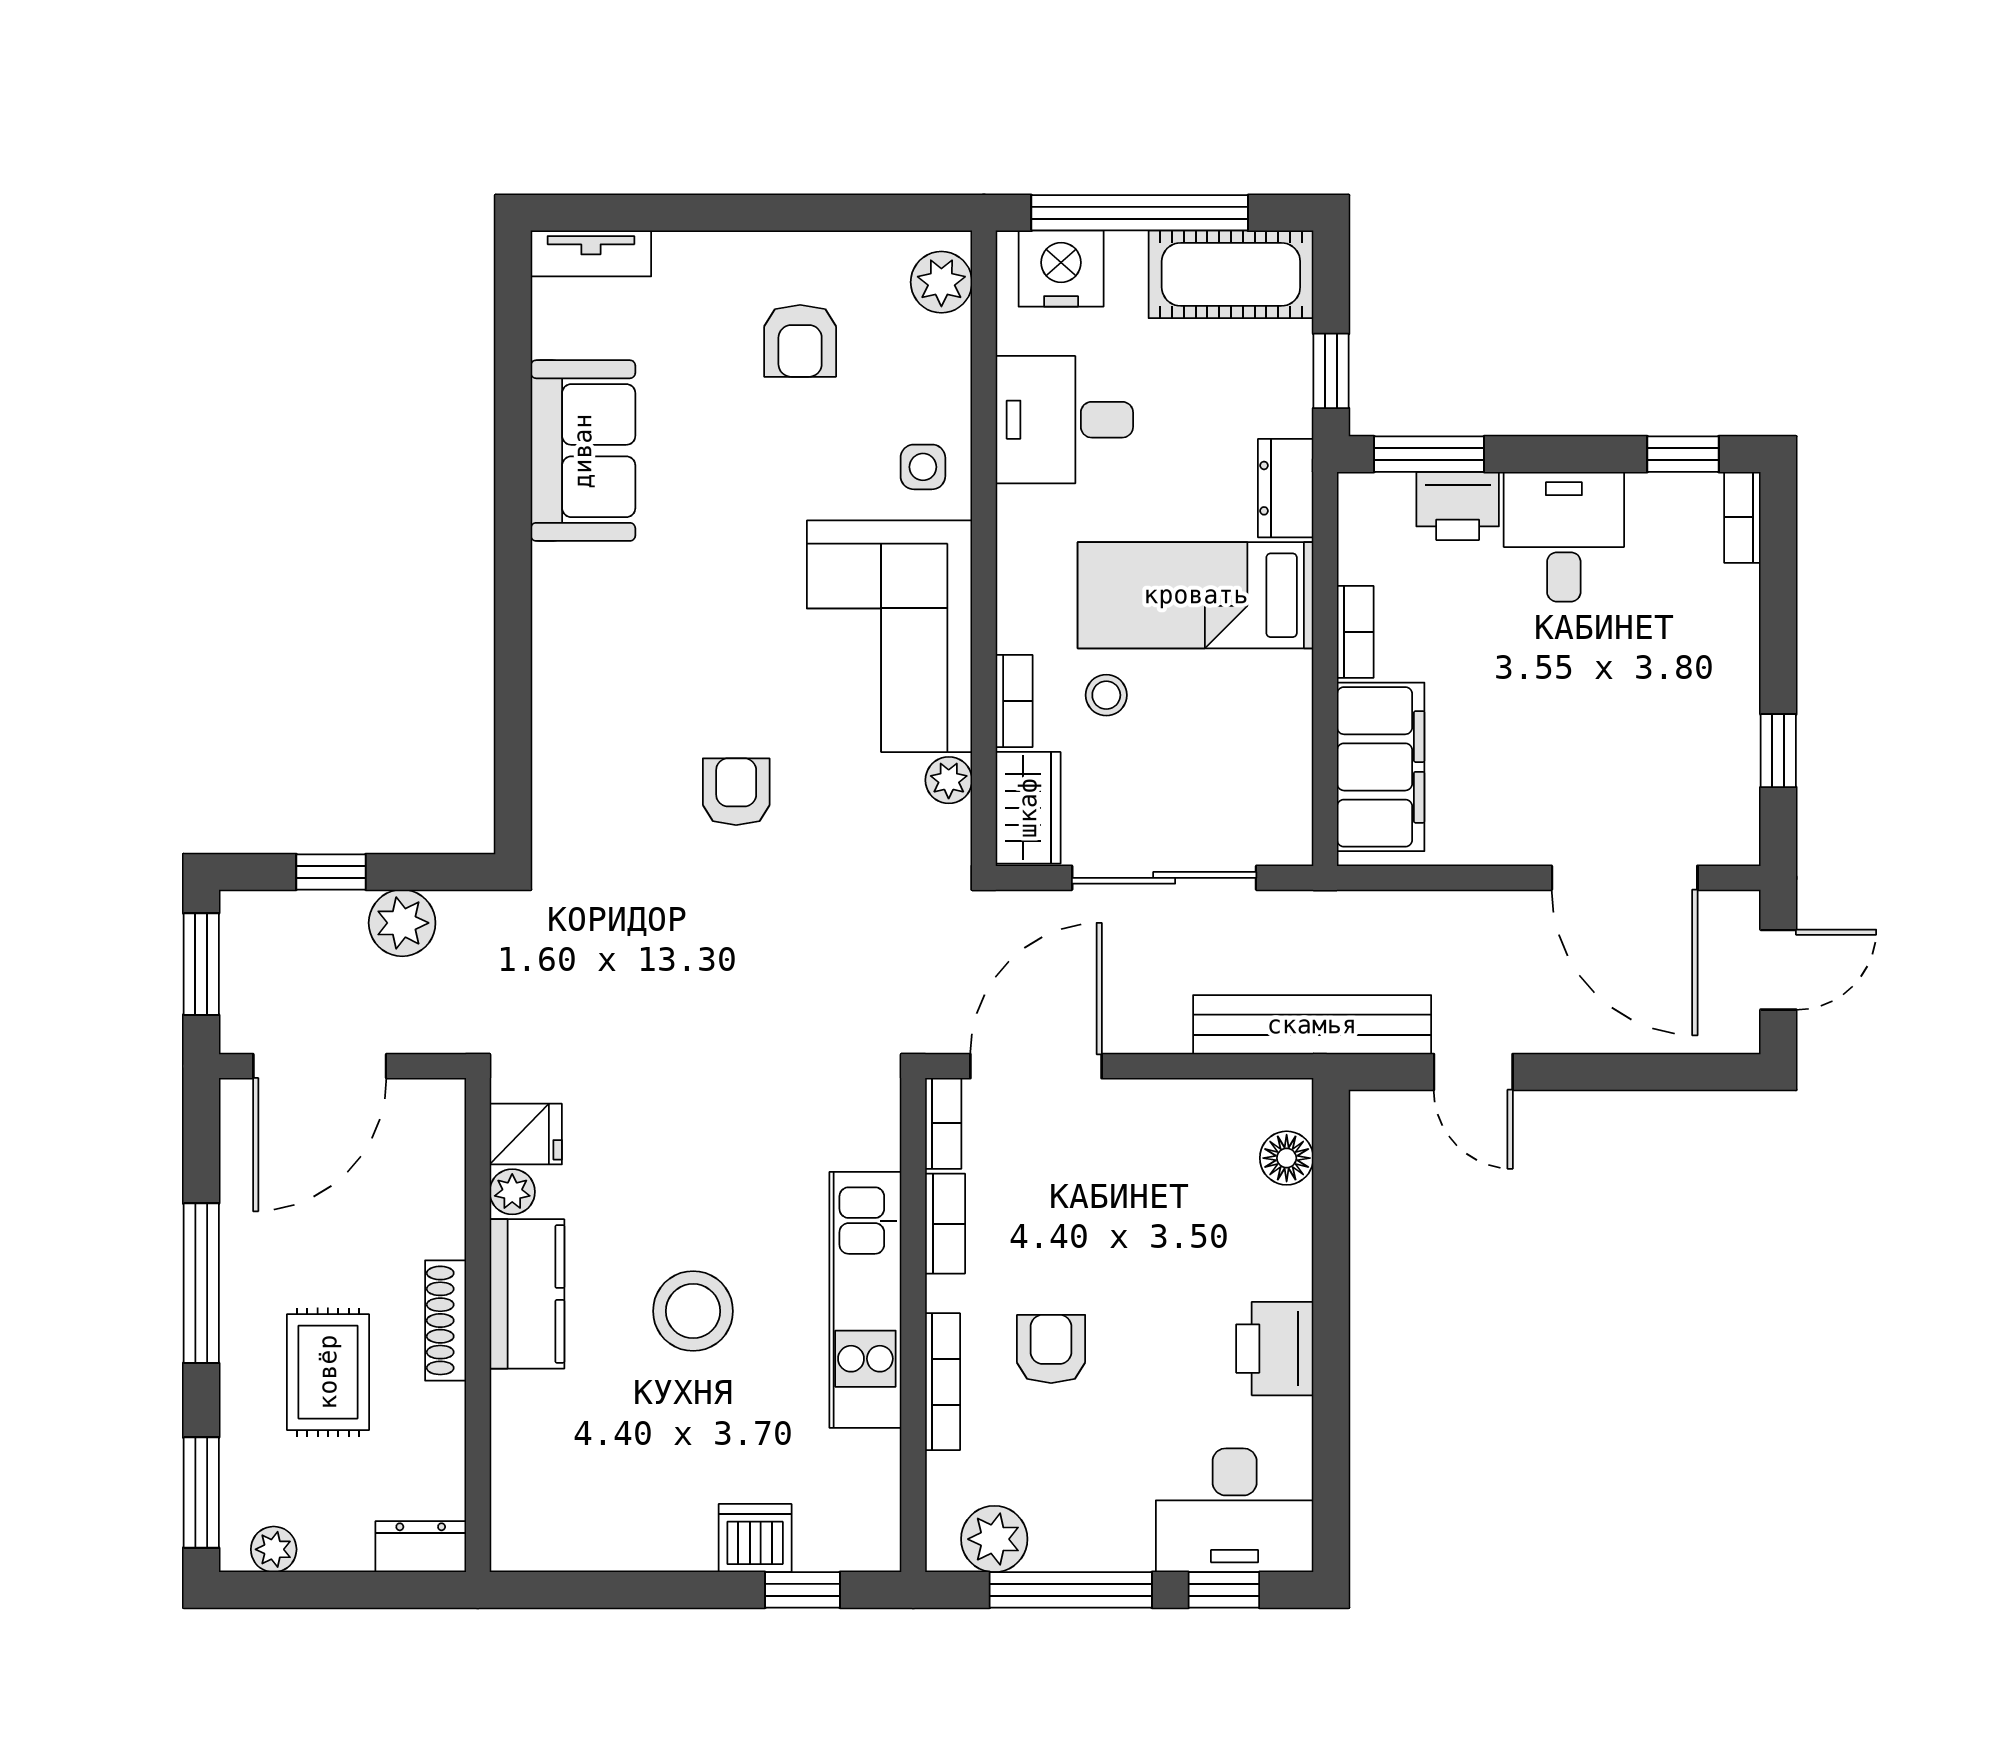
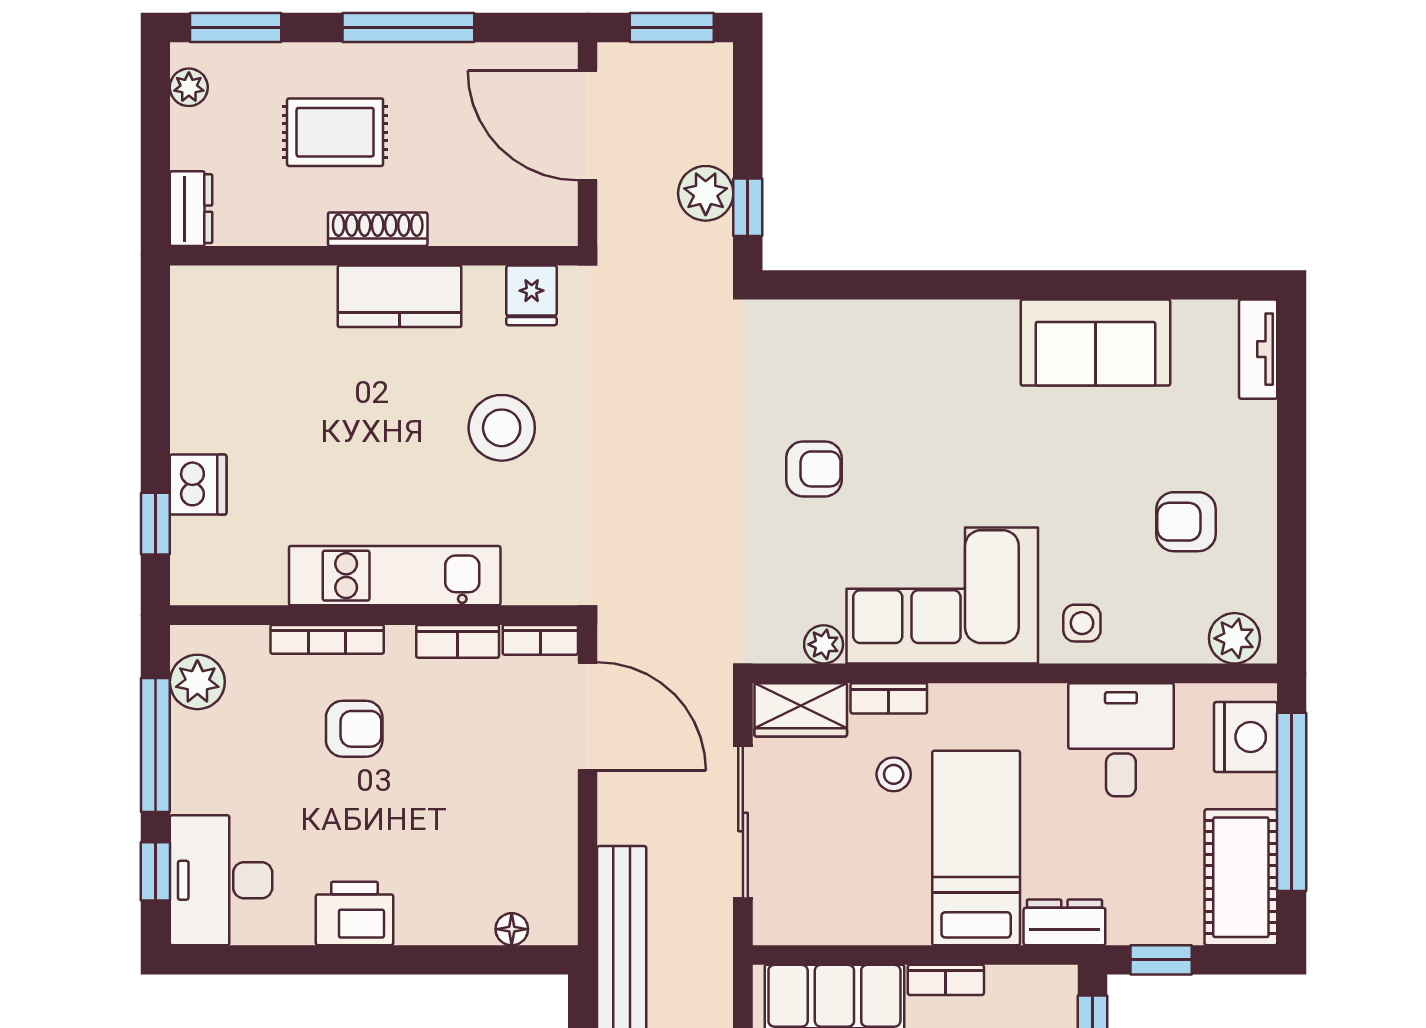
window: (331, 872) -> (748, 207), moved
floor lamp: (1287, 1158) -> (512, 929), width x0.73, depth x0.73
plant: (512, 1192) -> (484, 284), removed
stool: (693, 1311) -> (502, 428), moved

